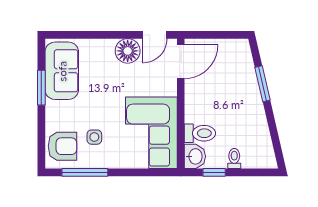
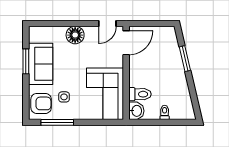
floor lamp: (128, 51) -> (75, 35), moved
sofa: (62, 71) -> (41, 64), moved
window: (214, 172) -> (150, 122), removed

